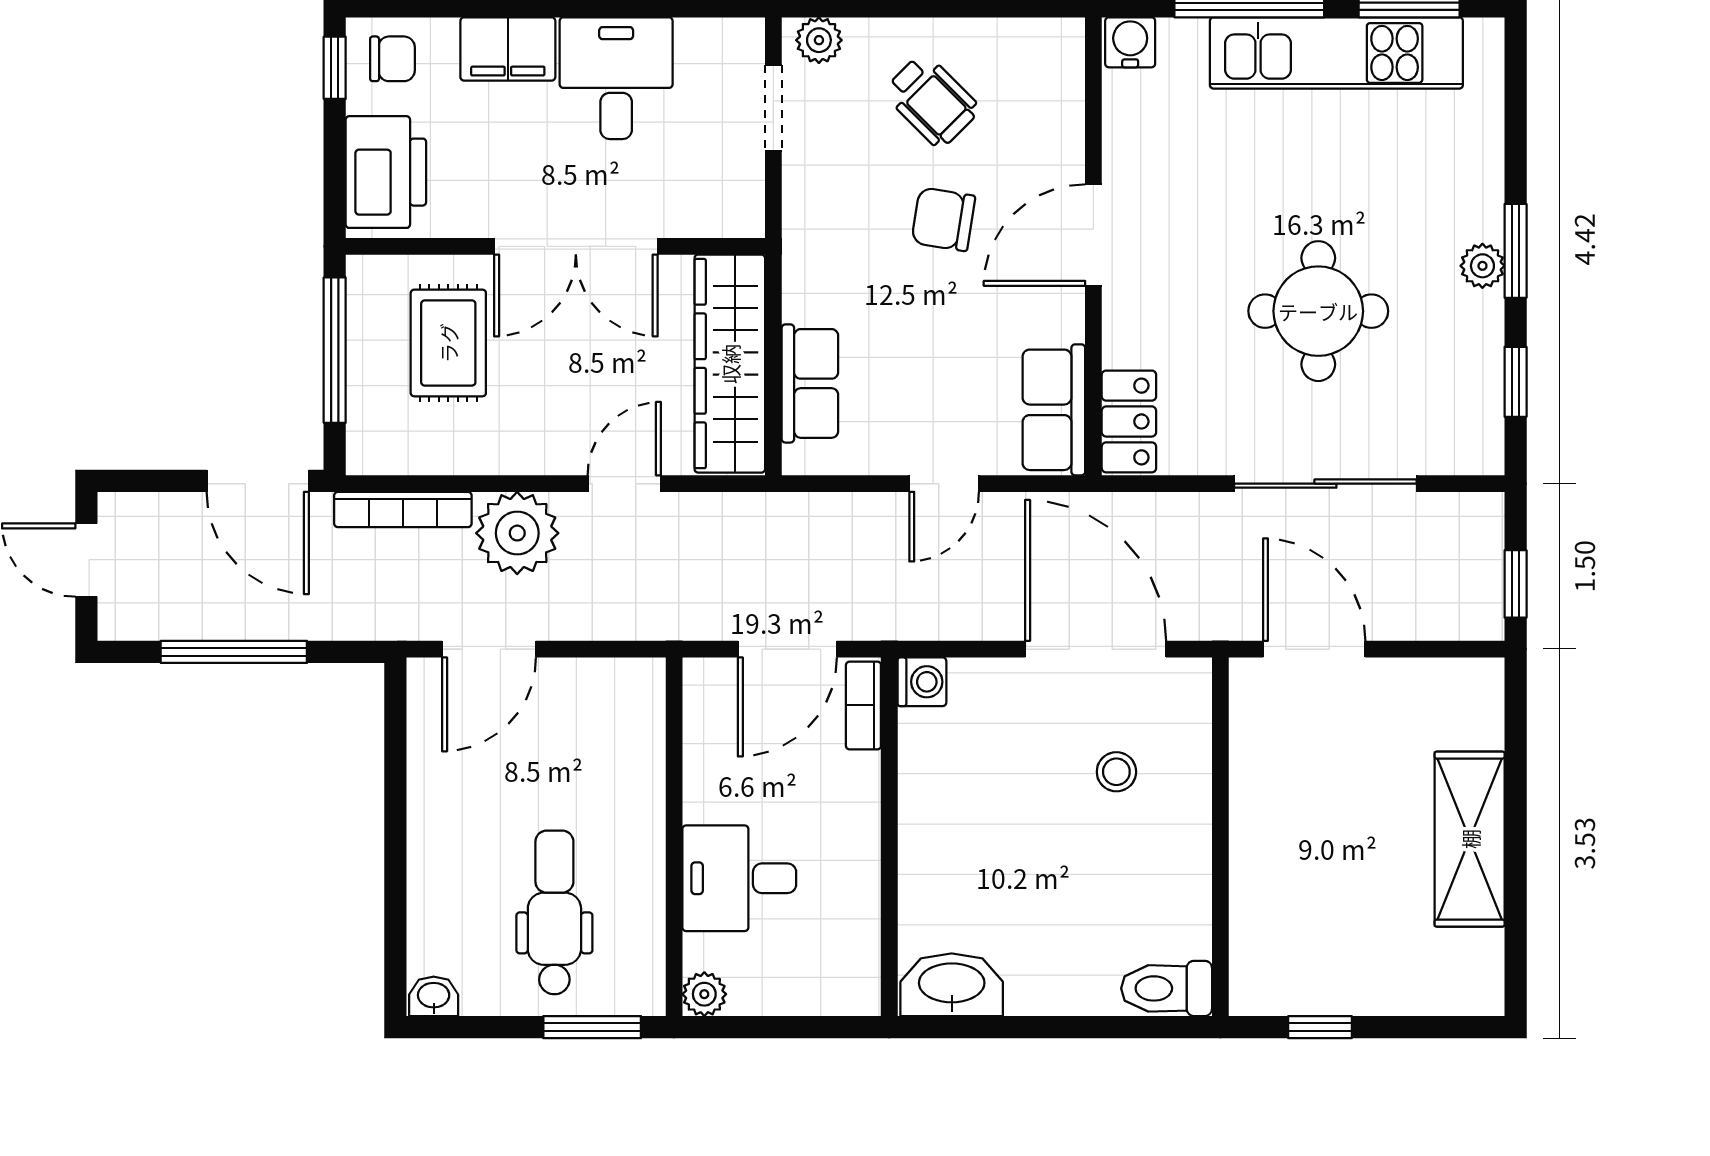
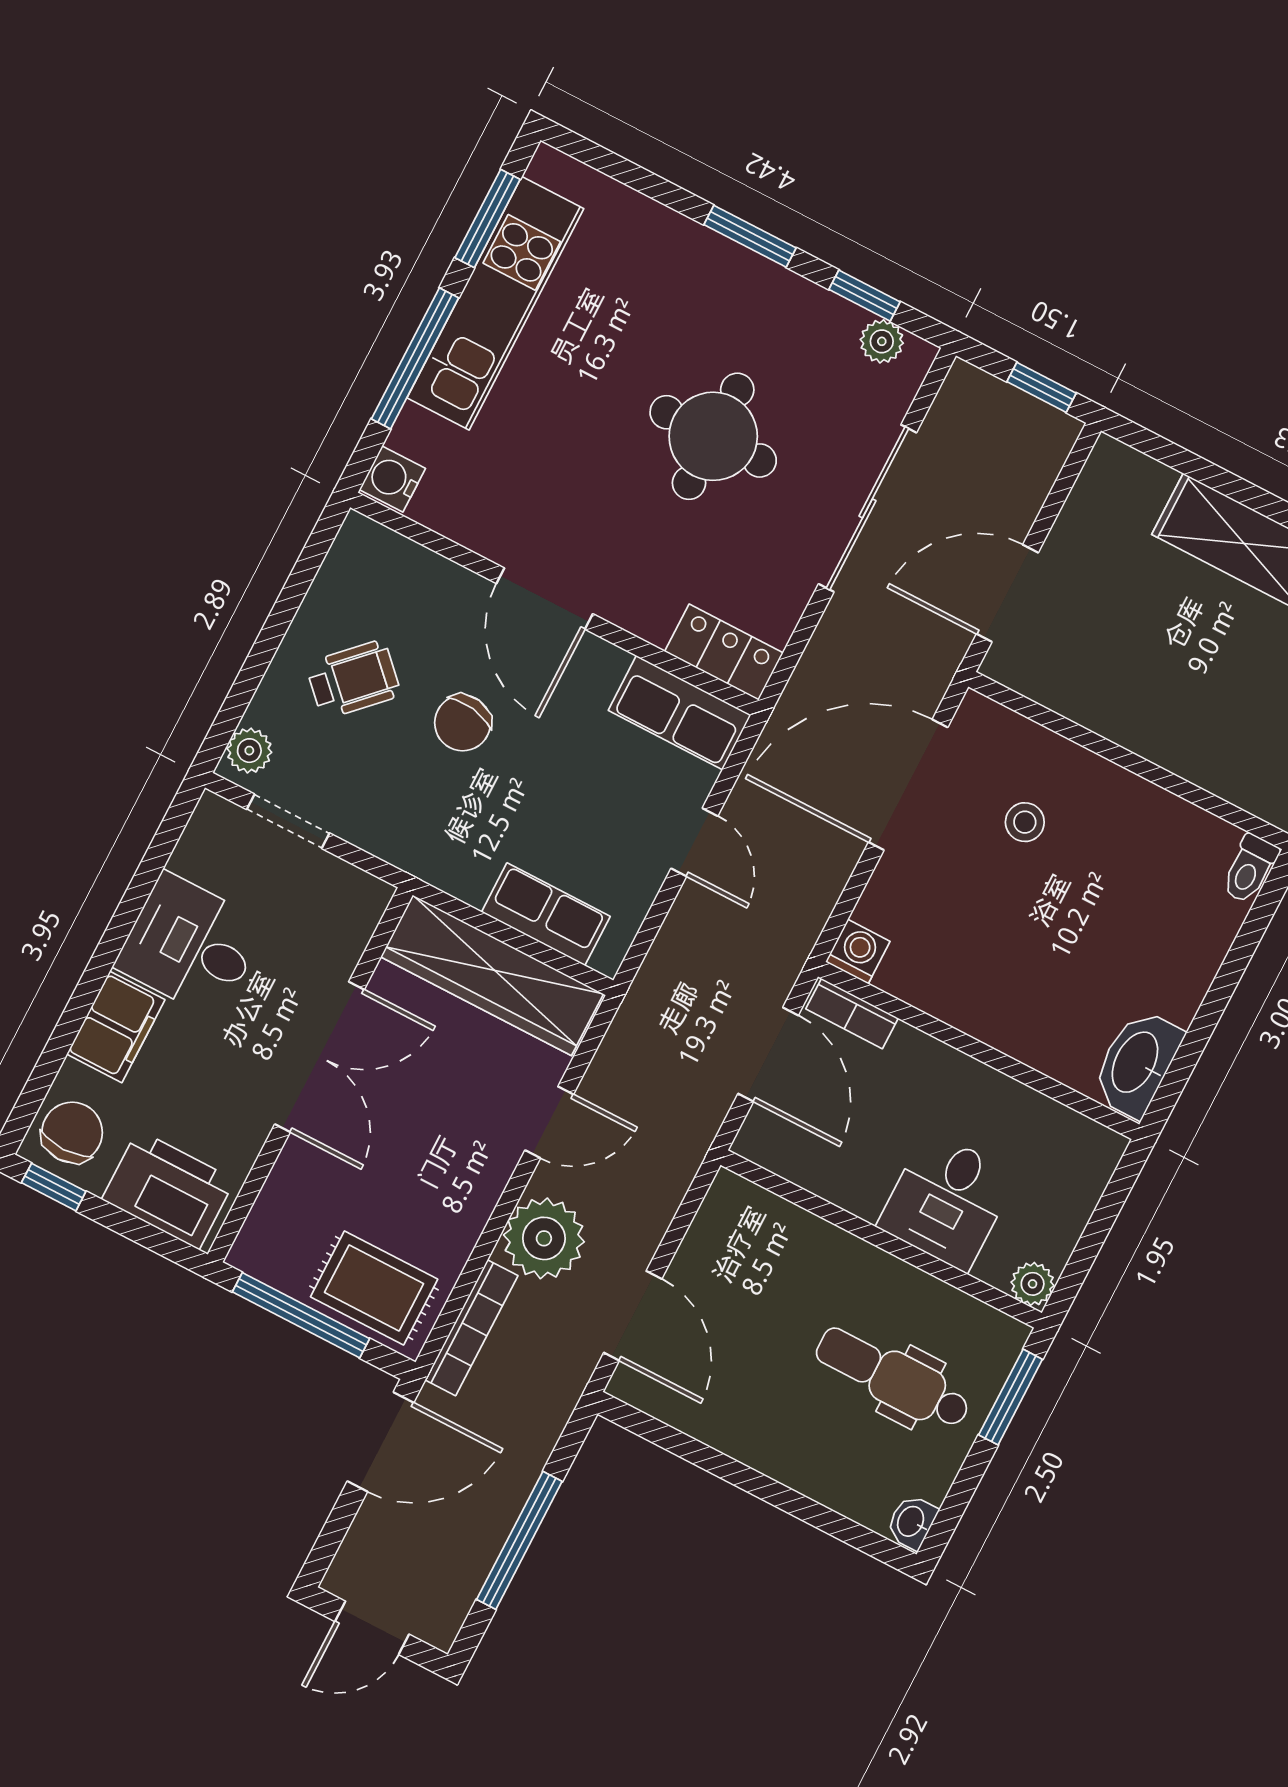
chair: (392, 59) -> (72, 1132), width x1.37, depth x1.37
plant: (1482, 266) -> (882, 341), moved
rug: (448, 343) -> (374, 1288), moved
door: (624, 484) -> (549, 1122), swing flipped
toilet: (1167, 988) -> (1250, 869), width x0.73, depth x0.72

